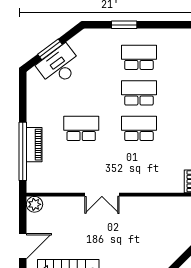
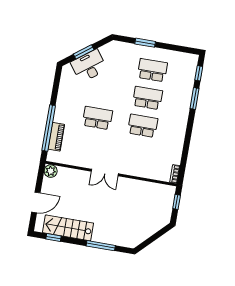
piano: (34, 145) -> (56, 137), moved

